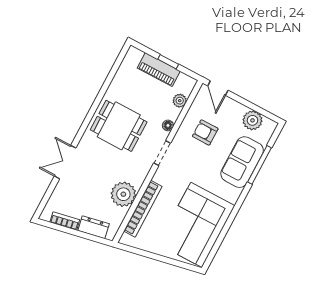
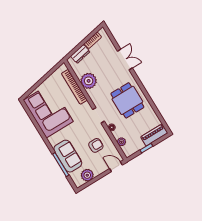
piano: (159, 69) -> (154, 135), moved
dining table: (119, 126) -> (127, 100), turned 90

